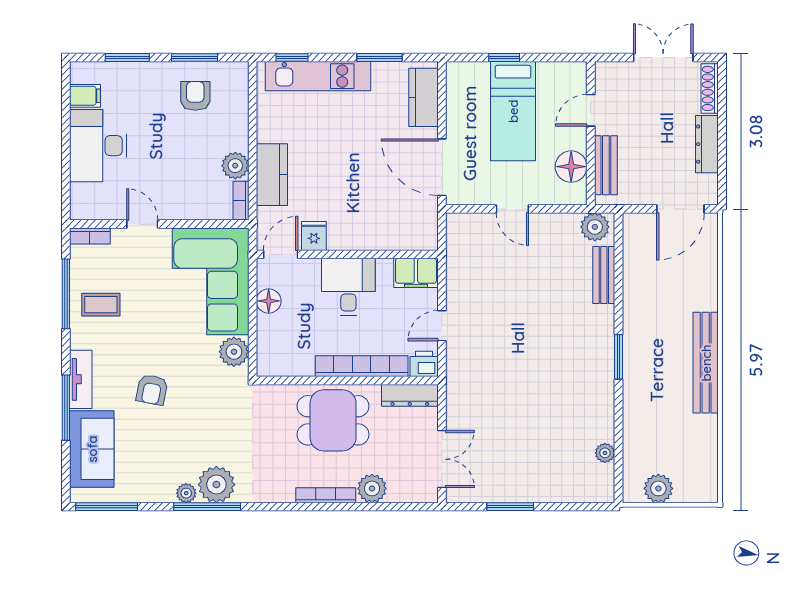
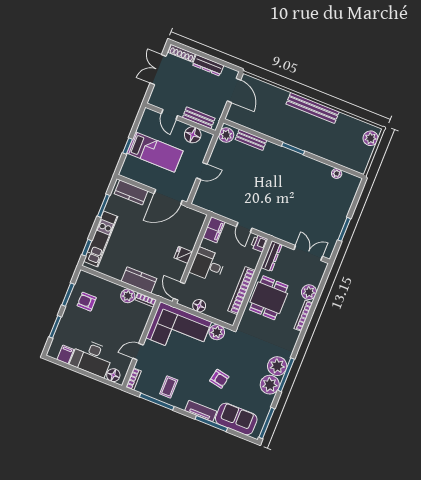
floor lamp: (82, 197) -> (113, 375), added
fridge: (314, 236) -> (183, 255), moved
bookcase: (362, 366) -> (241, 291), moved
plant: (658, 488) -> (371, 138), moved
plant: (186, 493) -> (270, 385), width x1.87, depth x1.87

